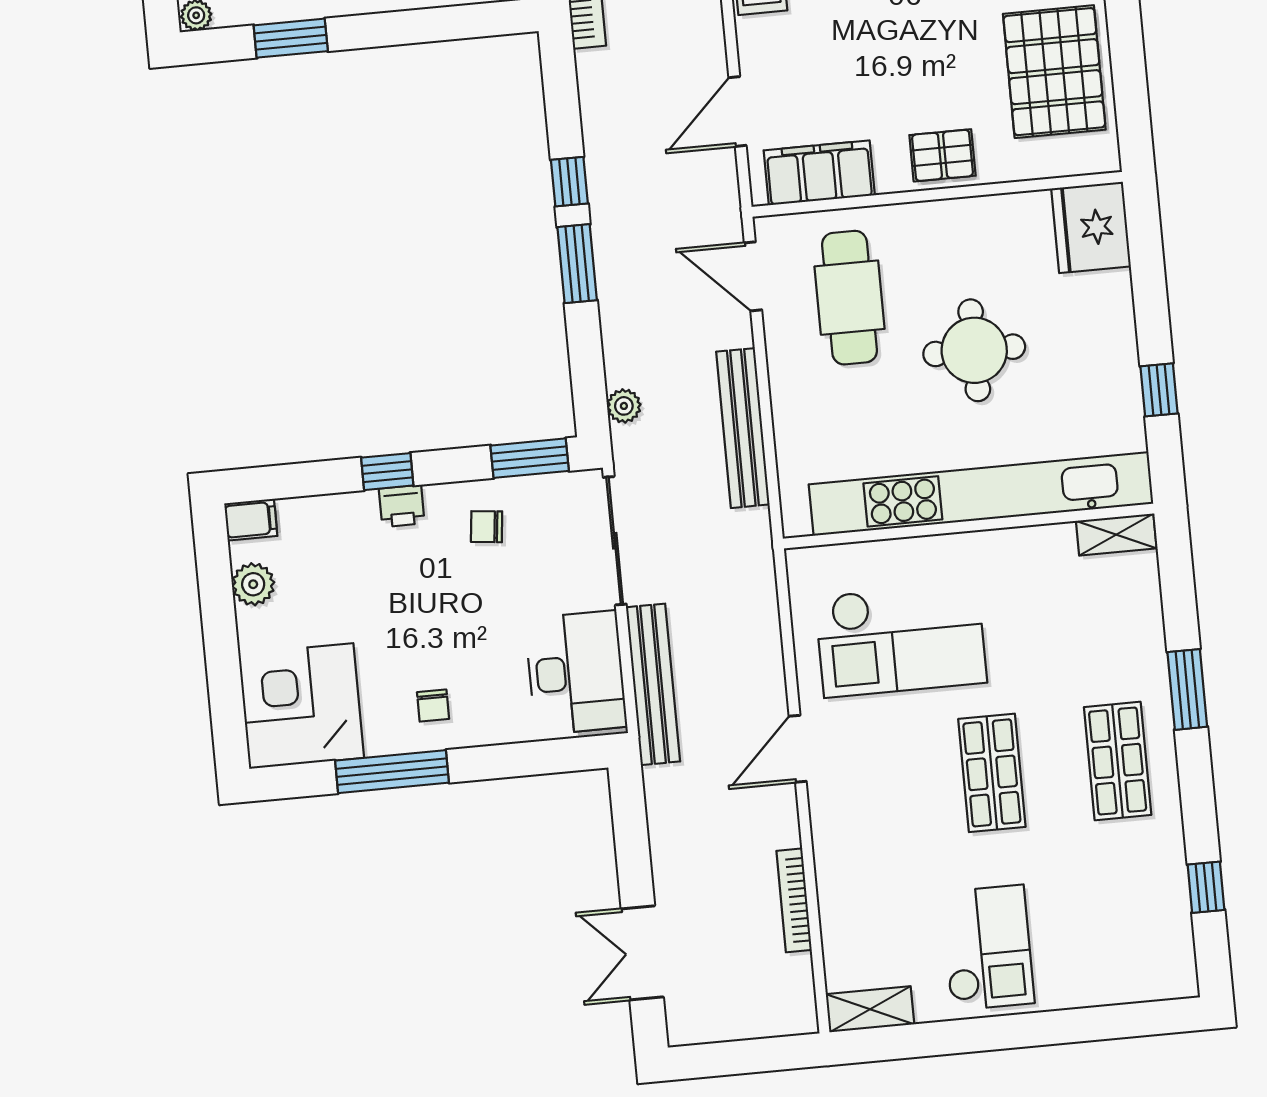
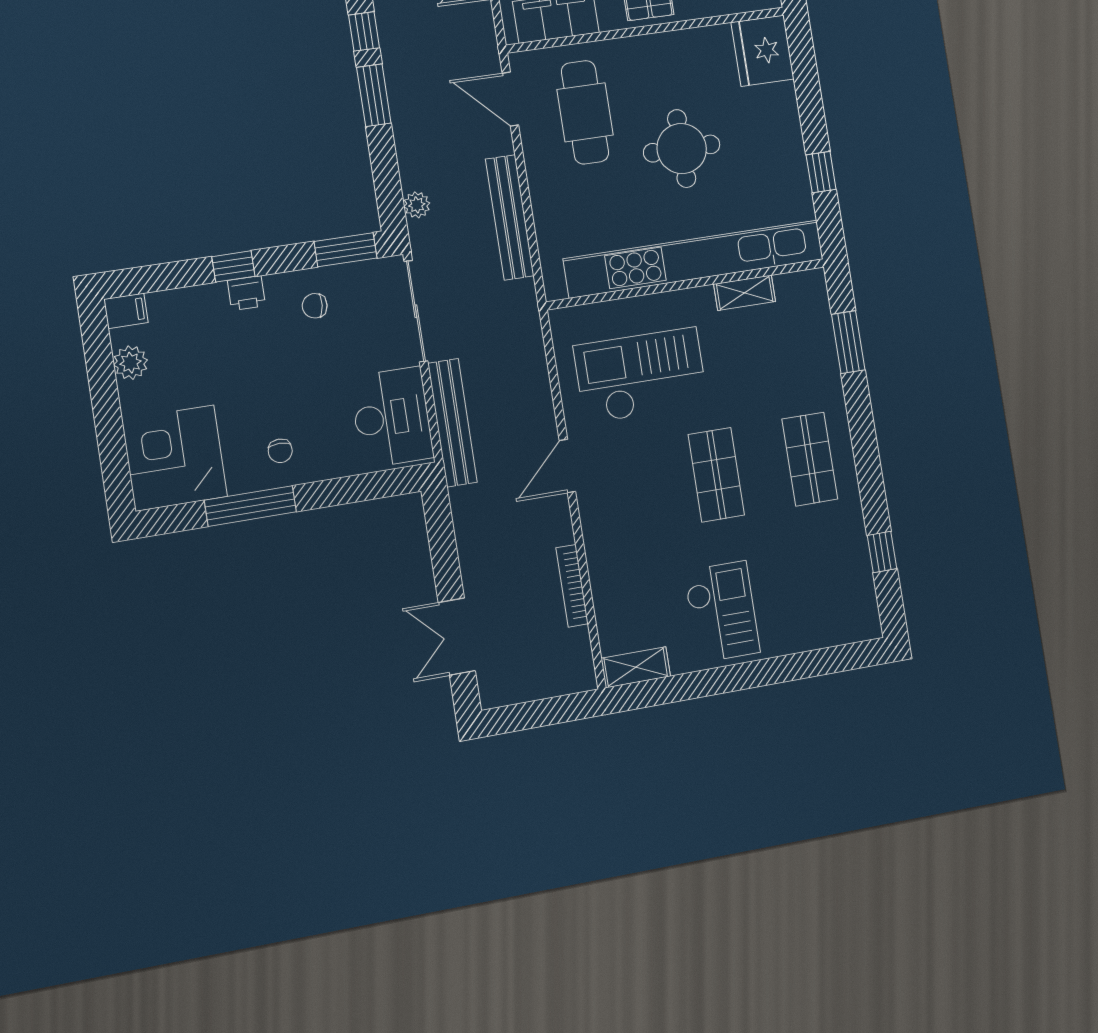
shelving: (1116, 535) -> (745, 293), moved
checkout: (901, 640) -> (641, 375), turned 180
window: (1187, 689) -> (848, 342), moved

